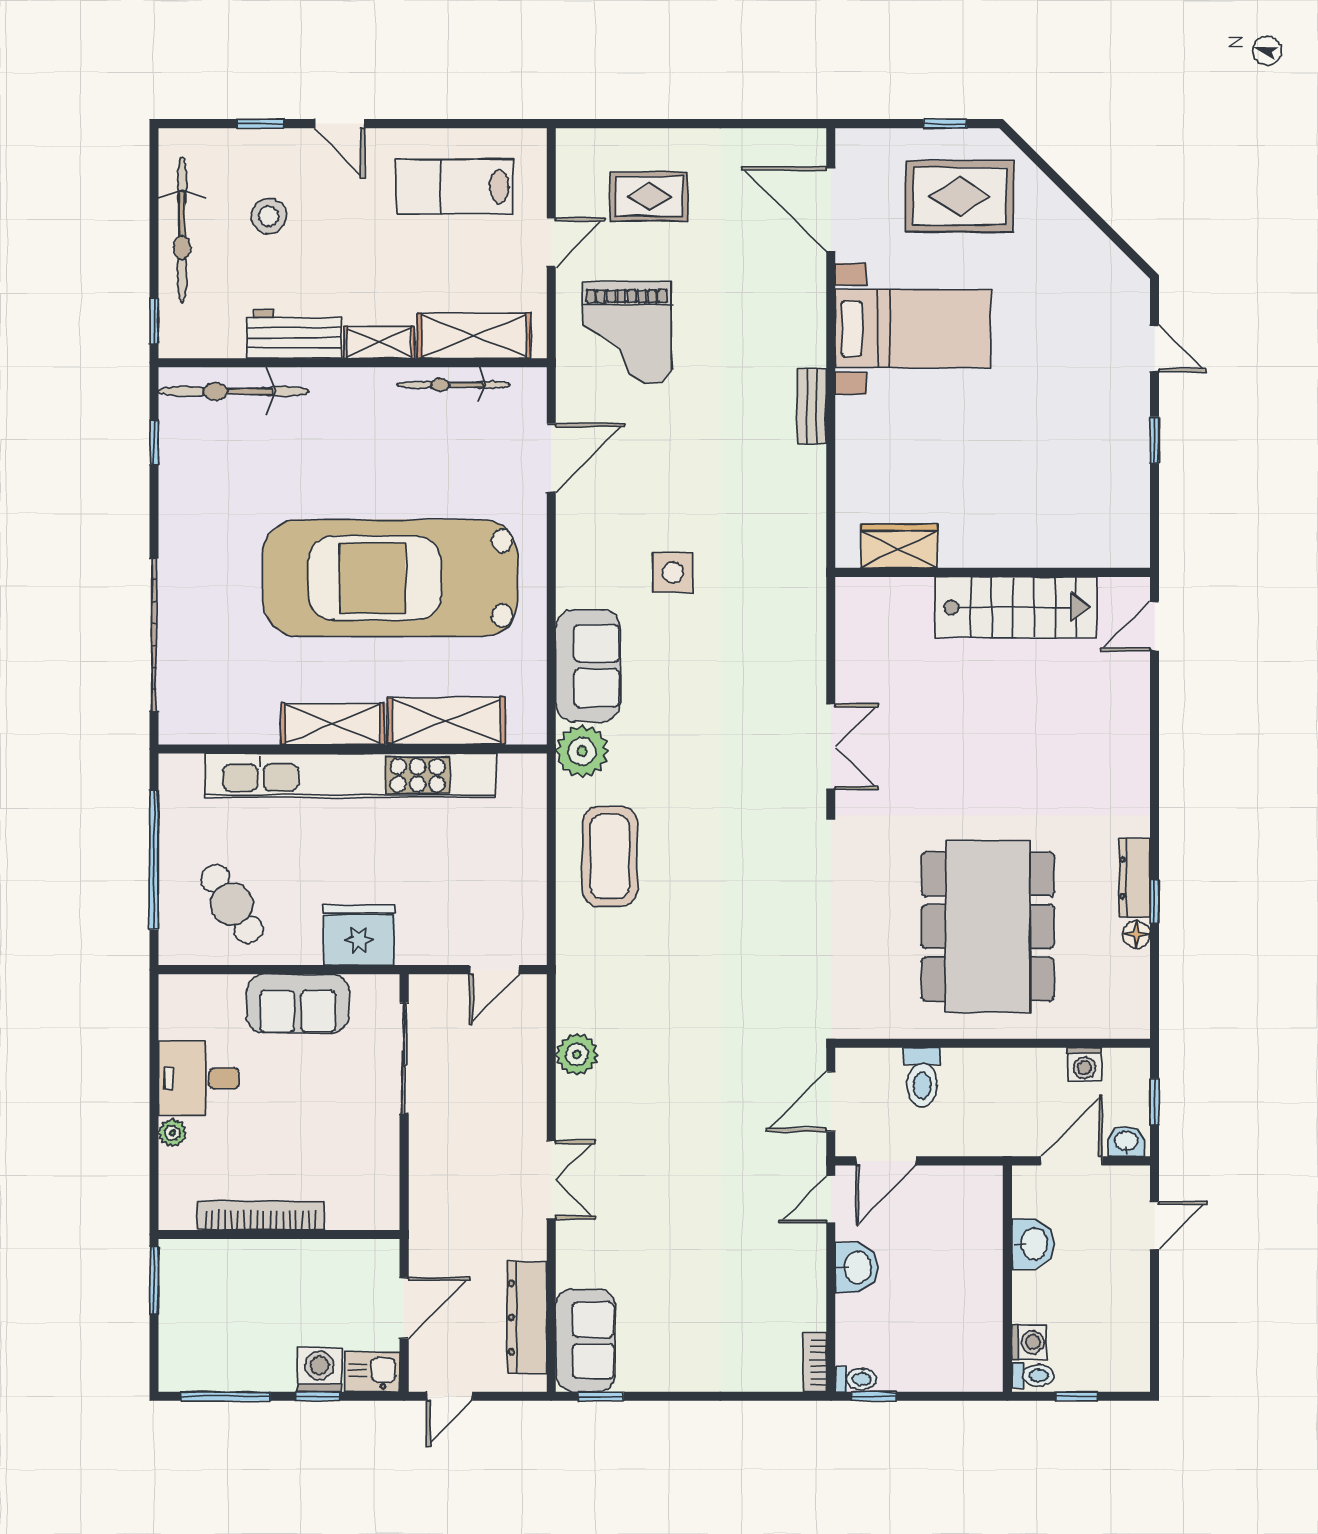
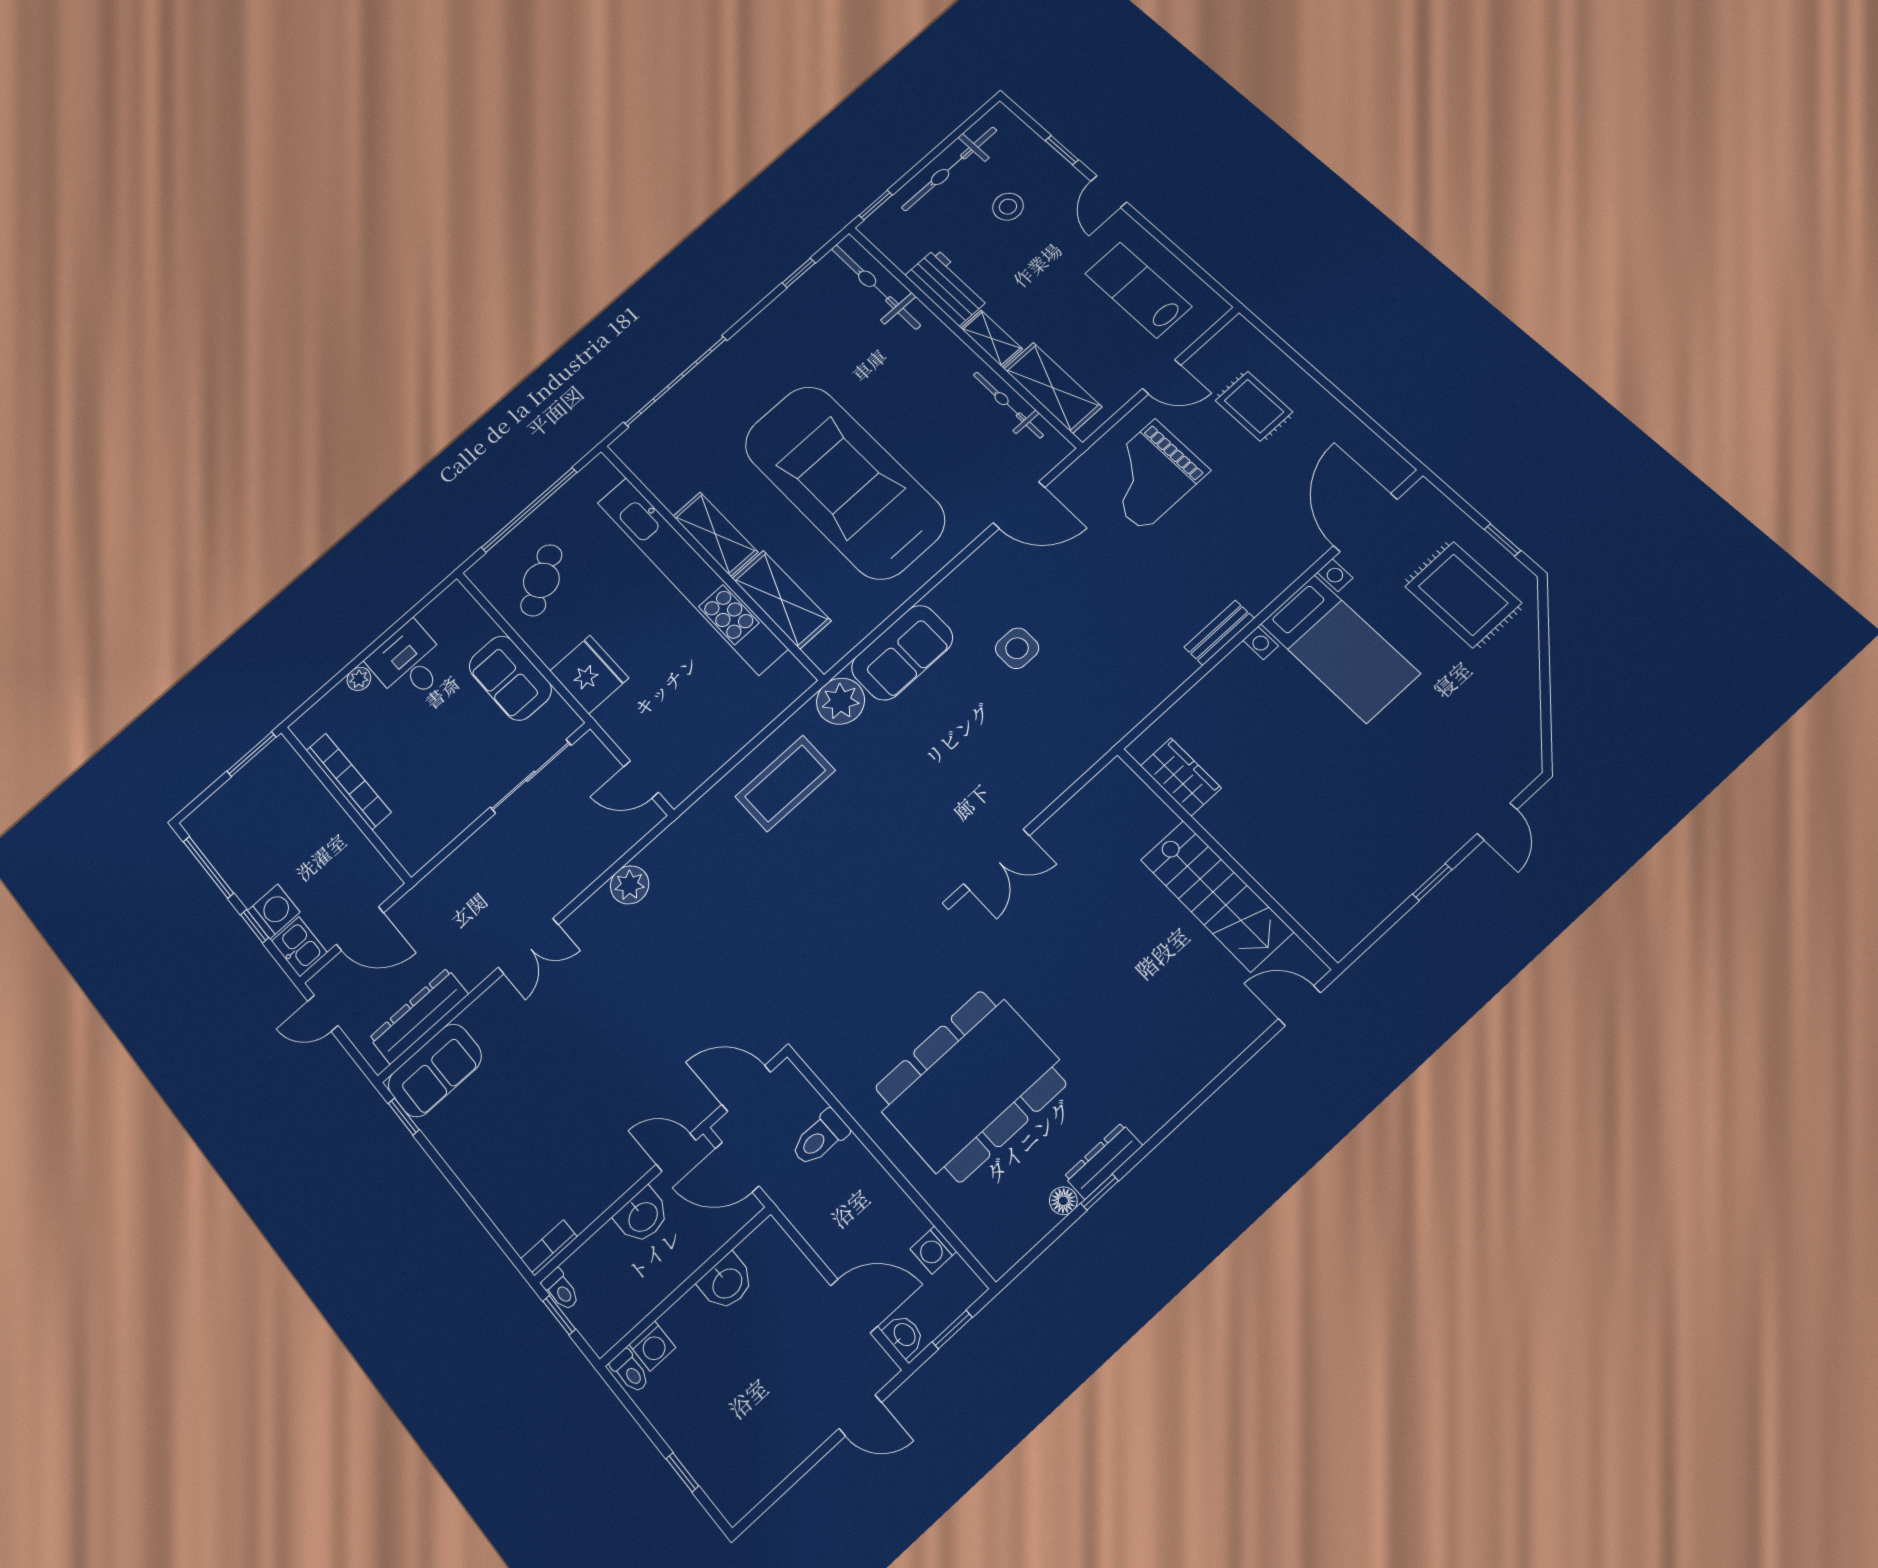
washbasin: (1033, 1244) -> (727, 1283), moved
wall: (1007, 1279) -> (686, 1287), moved
washing machine: (1029, 1342) -> (652, 1346), moved
toilet: (1033, 1375) -> (630, 1371), moved

